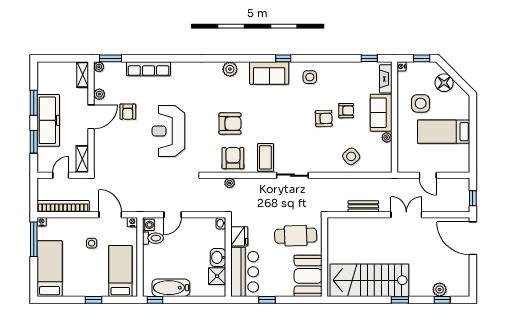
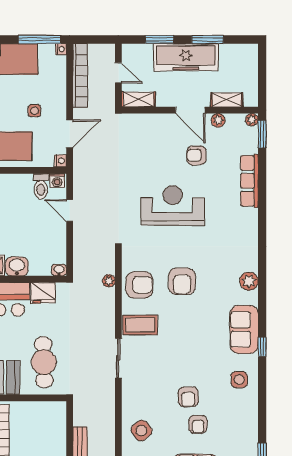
shelving: (83, 75) -> (227, 100), moved

